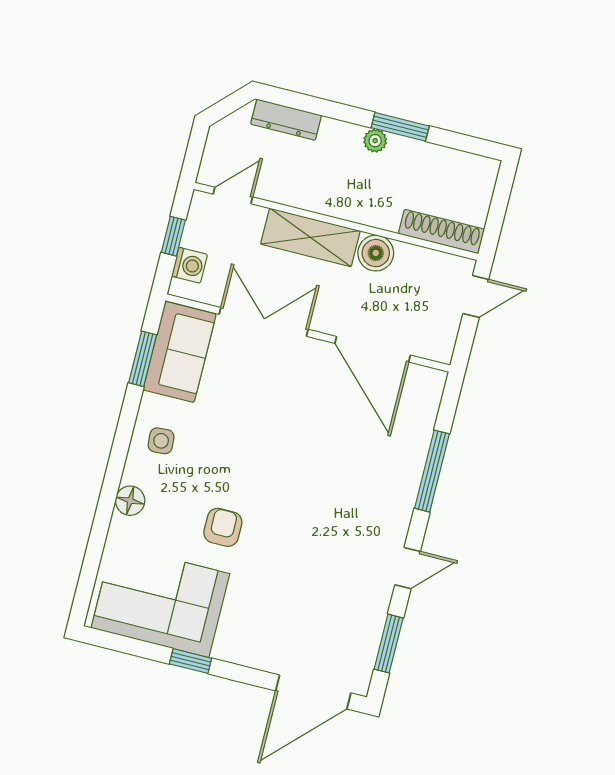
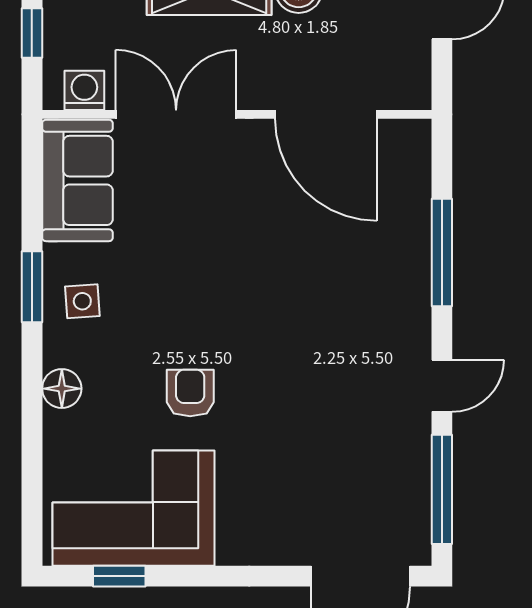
washing machine: (189, 265) -> (84, 90), moved, turned -90
window: (143, 359) -> (32, 287), moved
window: (389, 644) -> (442, 489), width x1.44
window: (190, 661) -> (119, 576), moved

